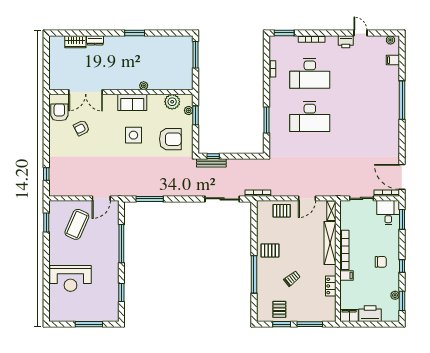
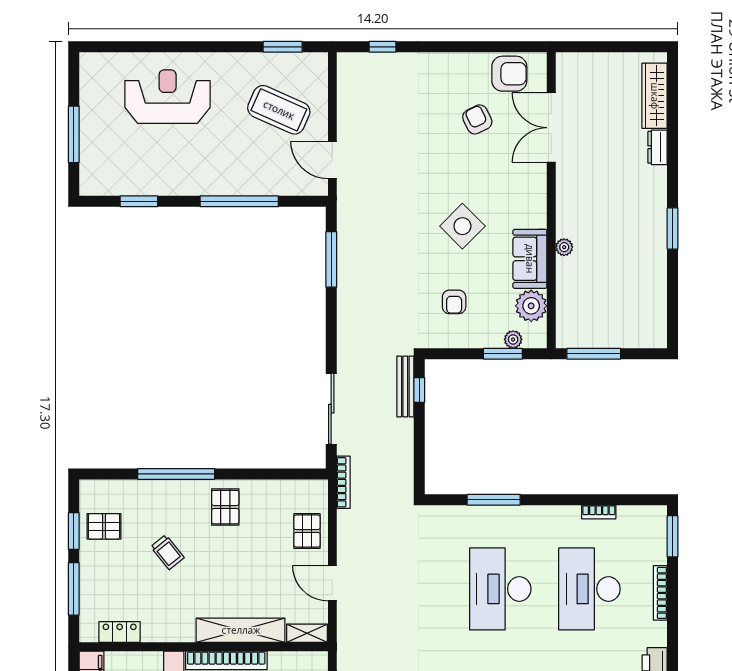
wardrobe: (75, 42) -> (655, 96), width x1.50
window: (195, 55) -> (594, 354), moved
sofa: (132, 102) -> (530, 259), moved
side table: (133, 135) -> (462, 226), turned 45
armchair: (170, 139) -> (454, 302), width x0.53, depth x0.53
reception desk: (70, 278) -> (168, 97), turned 90
locker: (331, 286) -> (120, 632), moved

